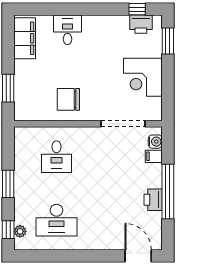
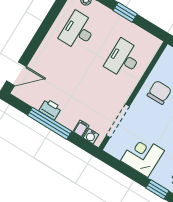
desk: (56, 157) -> (123, 59), width x1.37

